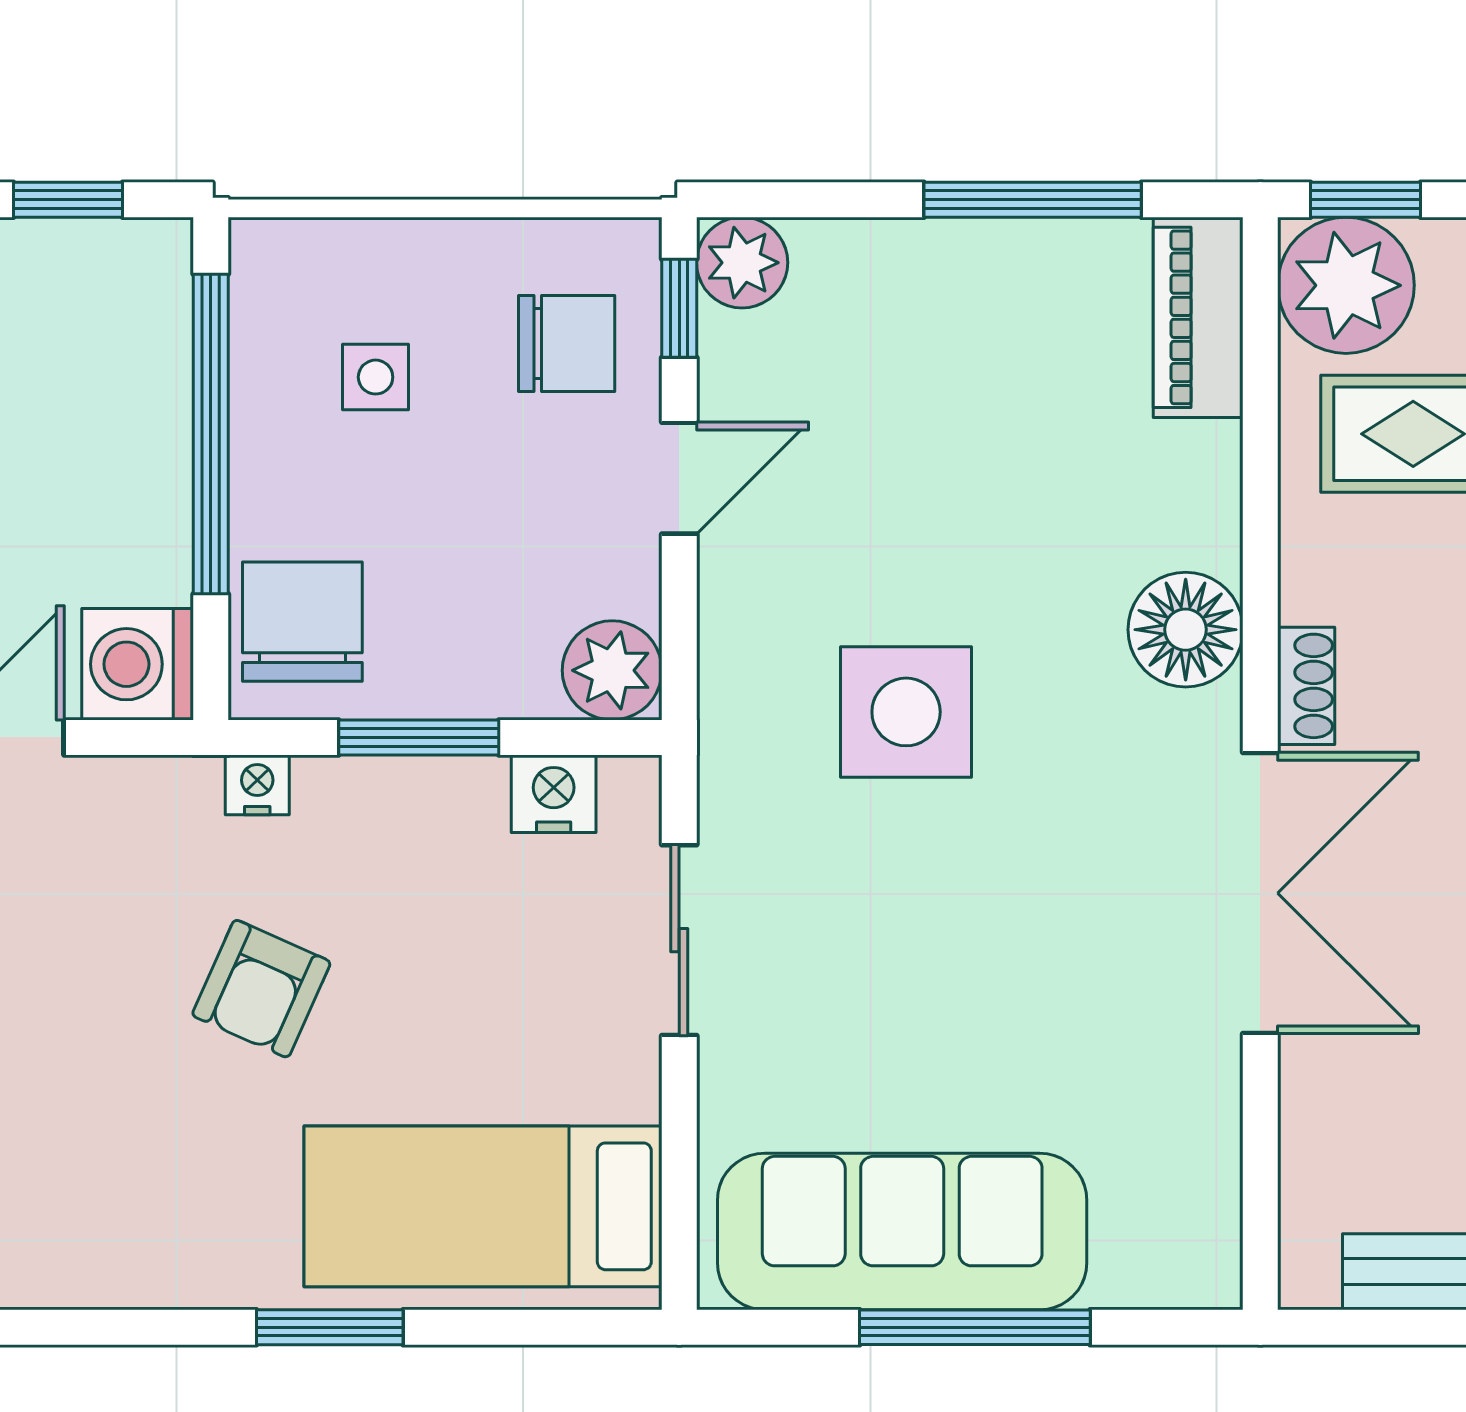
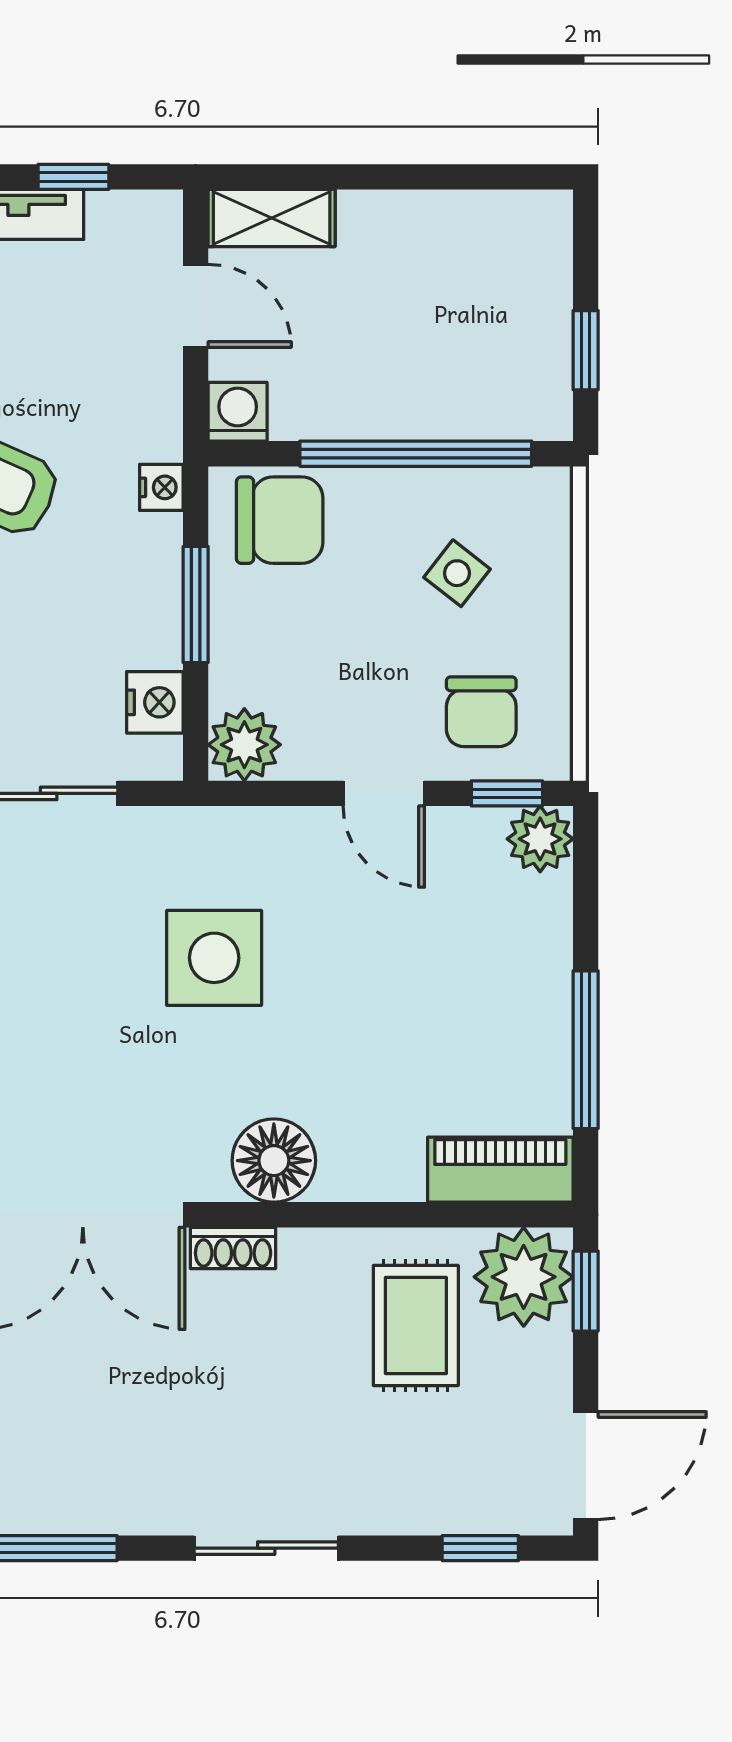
side table: (376, 377) -> (457, 573), turned 38
washing machine: (138, 664) -> (238, 412), width x0.73, depth x0.73

